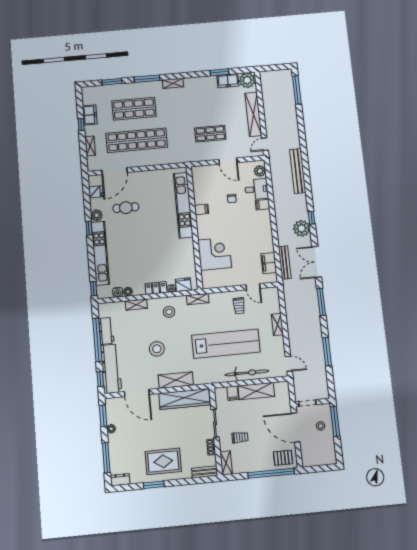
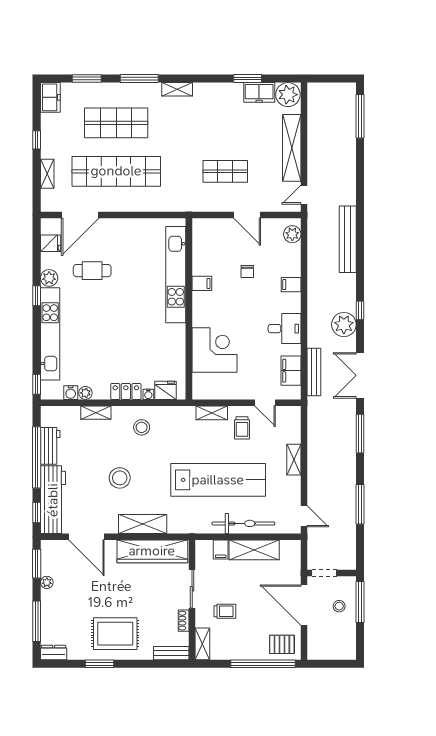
freezer: (90, 115) -> (50, 97), moved
desk: (256, 189) -> (285, 329), moved
shelving: (198, 299) -> (212, 413), moved

